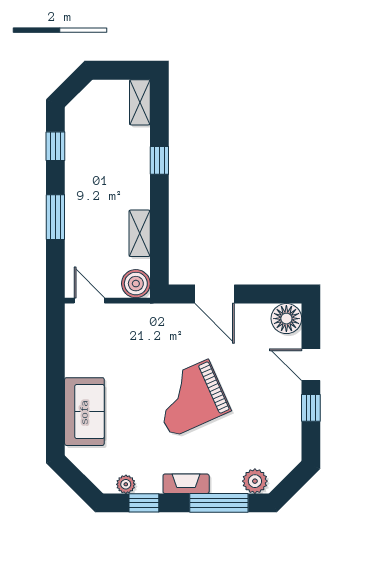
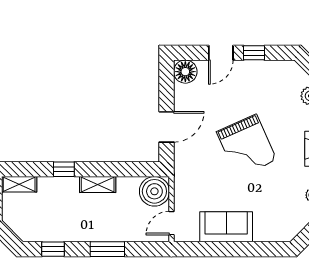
shelving: (140, 233) -> (98, 184), moved
boiler: (136, 284) -> (154, 191), width x1.37, depth x1.37
sofa: (84, 412) -> (226, 227), moved

